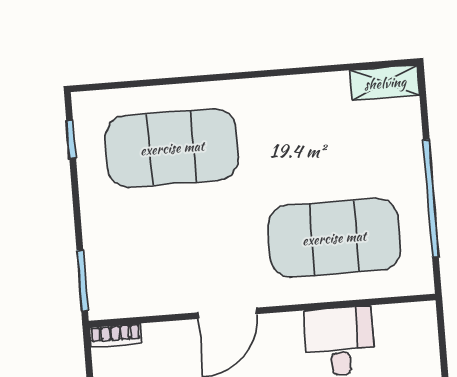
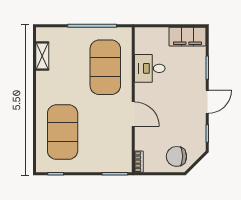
shelving: (385, 83) -> (42, 56), moved

